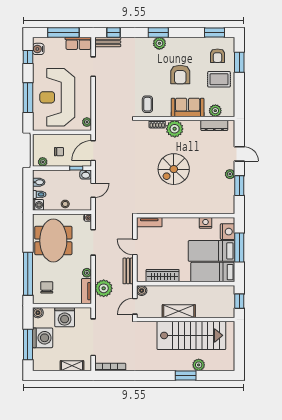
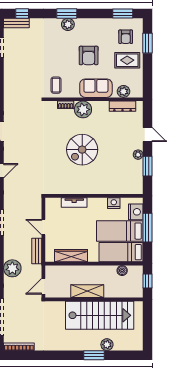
tv unit: (149, 222) -> (74, 202), moved
boiler: (142, 291) -> (122, 271), moved

